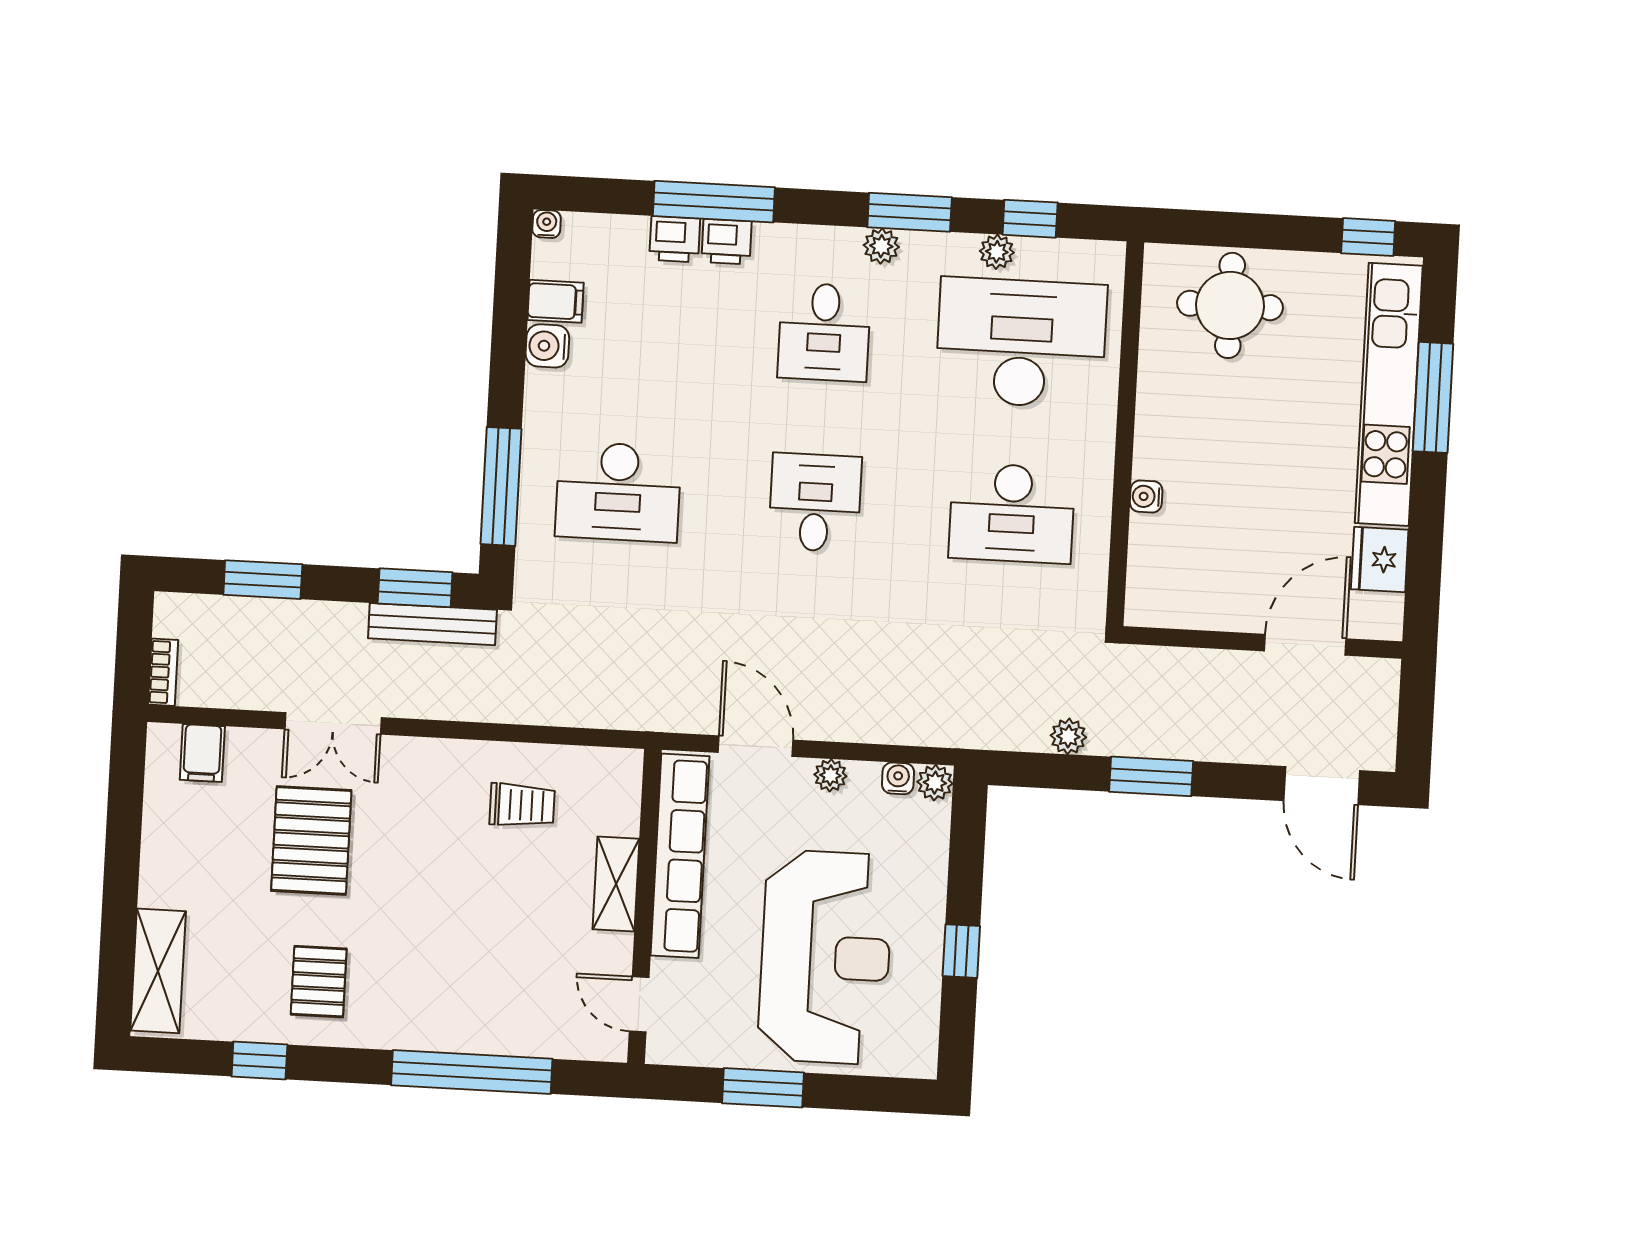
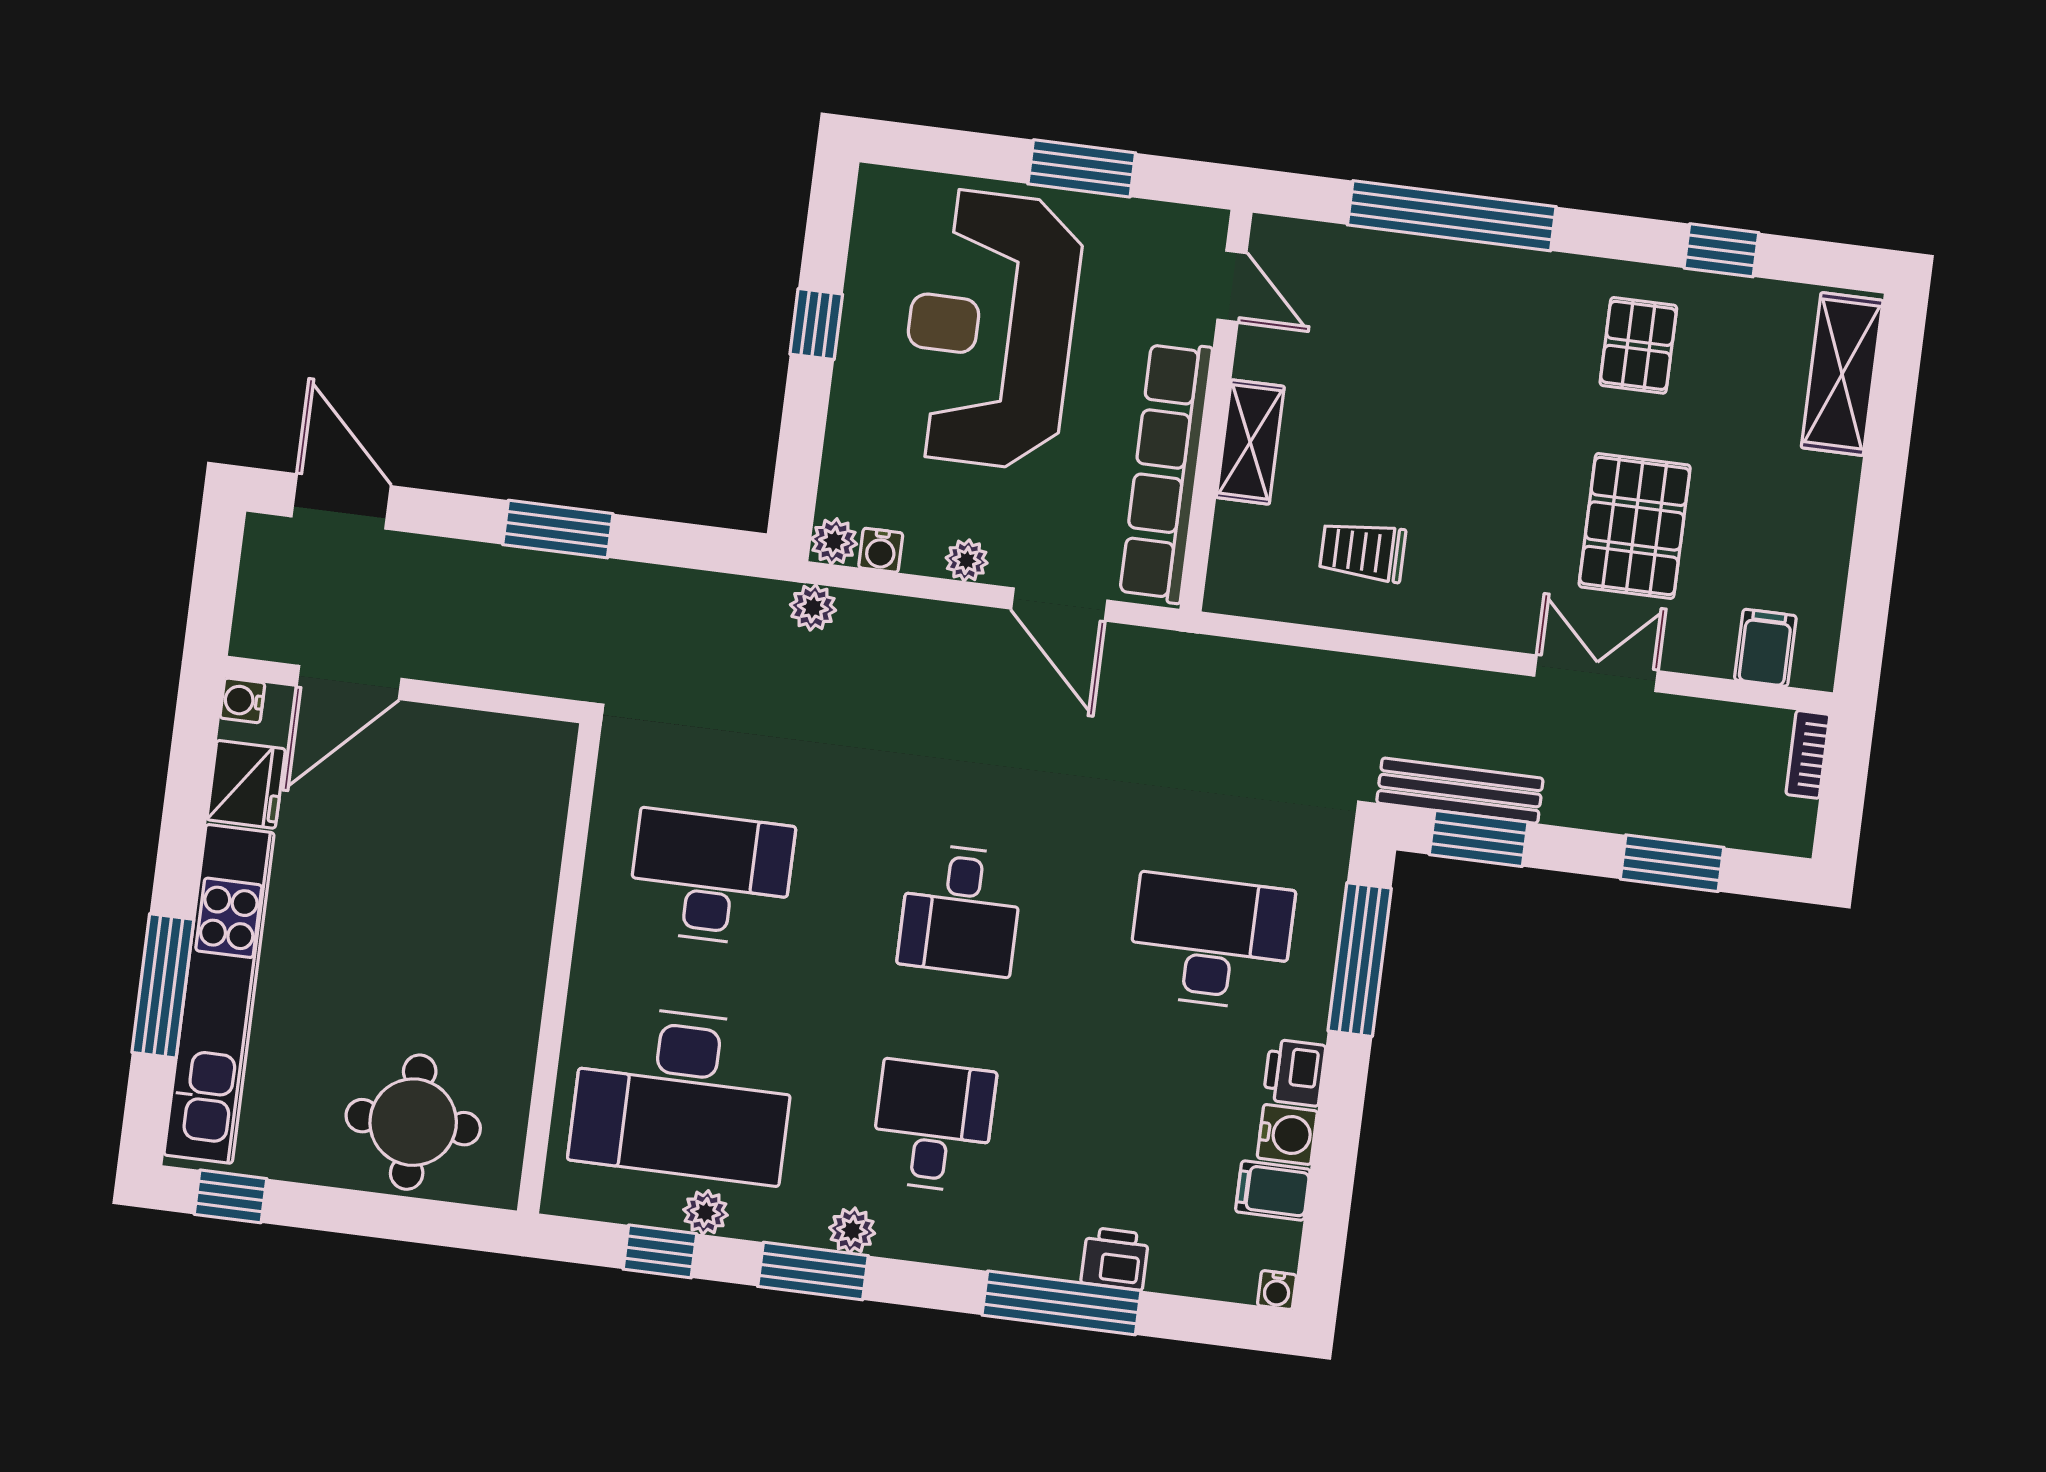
printer: (727, 242) -> (1294, 1073), moved, turned -90
water cooler: (1146, 496) -> (242, 700), moved, turned 180
plant: (1068, 736) -> (813, 607), moved

